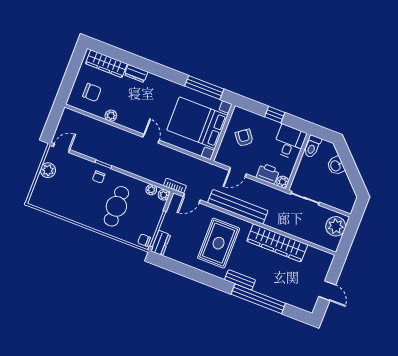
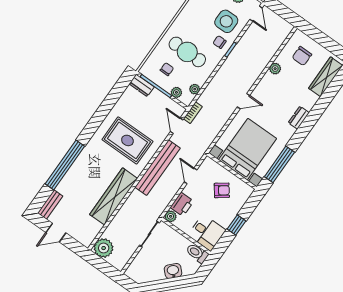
dresser: (136, 73) -> (299, 118), moved
side table: (77, 176) -> (226, 21), added
plant: (164, 195) -> (176, 92), moved
plant: (336, 226) -> (104, 248), moved
chair: (144, 240) -> (167, 69), moved
bench: (240, 280) -> (50, 205), moved

